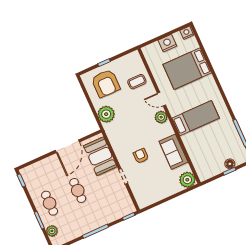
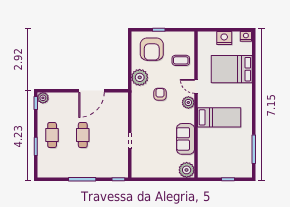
booth: (100, 156) -> (117, 113), removed
armchair: (141, 156) -> (160, 94), moved
floor lamp: (230, 164) -> (232, 173), removed
plant: (52, 231) -> (43, 98), moved

